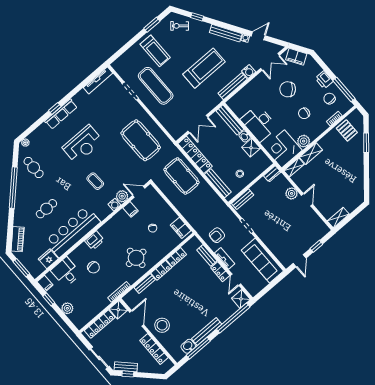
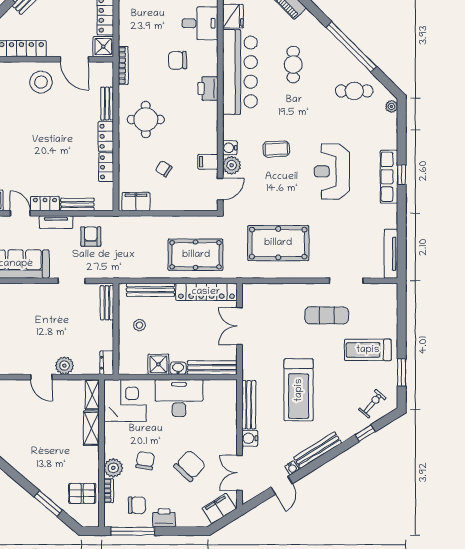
exercise mat: (156, 86) -> (327, 315), width x0.73, depth x0.69
plant: (304, 141) -> (113, 468), moved

